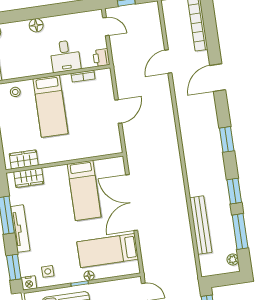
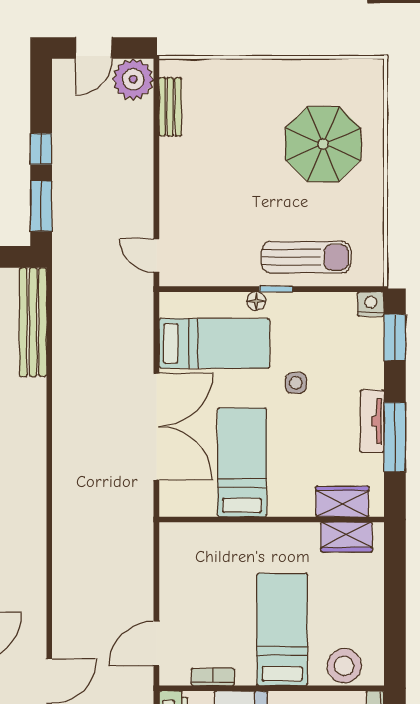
stool: (15, 92) -> (344, 666), width x1.89, depth x1.89
door: (118, 112) -> (156, 644), moved
bench: (201, 225) -> (33, 322), moved
tv unit: (20, 229) -> (372, 421), width x0.71
side table: (48, 271) -> (296, 383), moved

